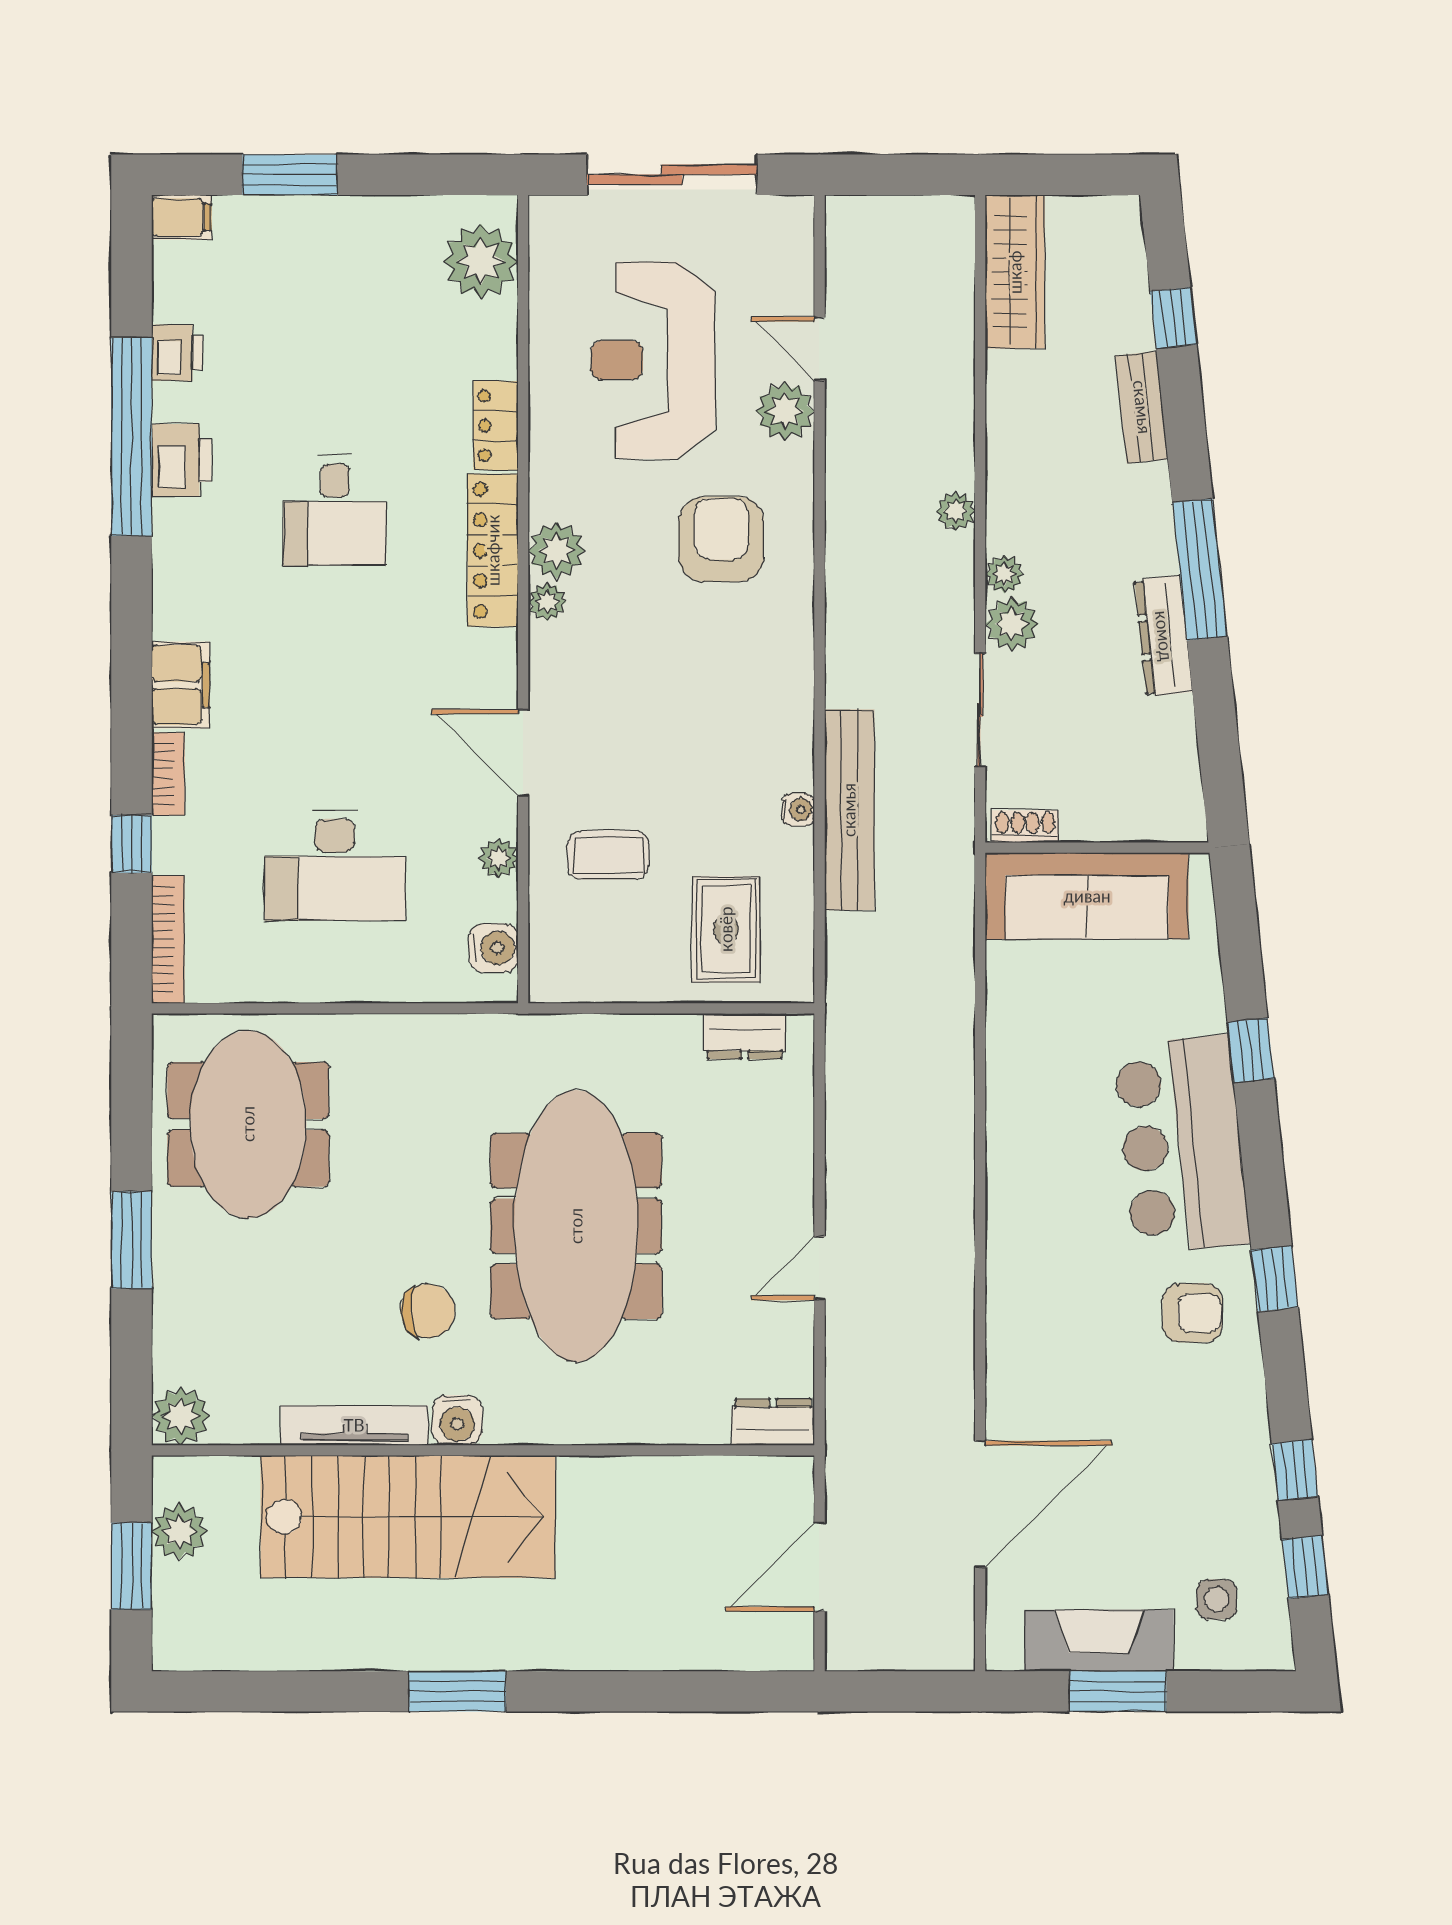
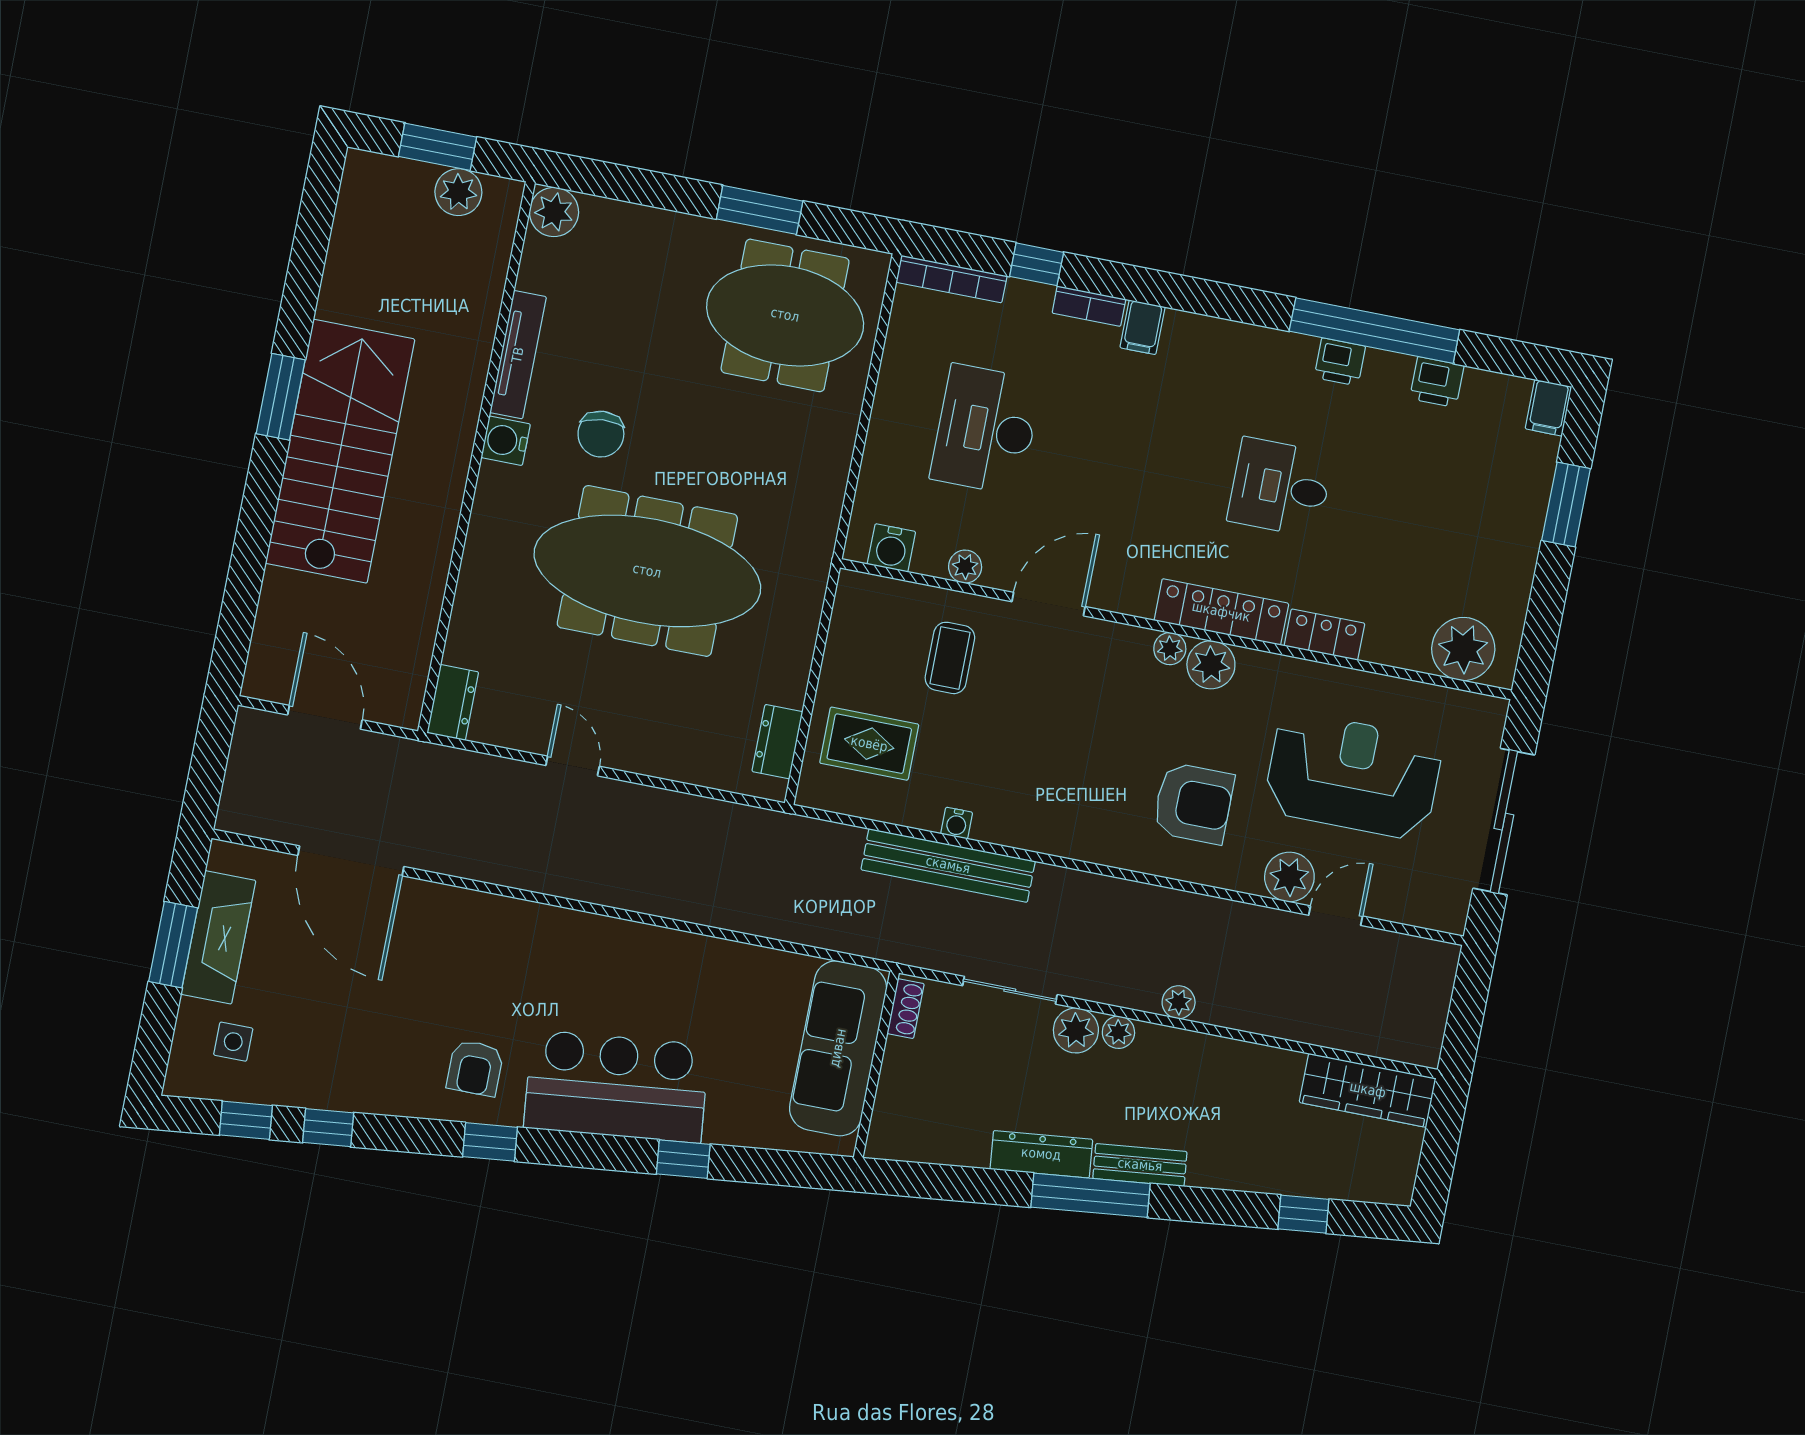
bench: (1142, 407) -> (1140, 1165), moved
printer: (181, 460) -> (1340, 362), width x0.73, depth x0.81
filing cabinet: (180, 685) -> (1143, 327), width x0.50
window: (131, 1240) -> (760, 210), moved
stairs: (408, 1517) -> (340, 451), moved, turned 180

